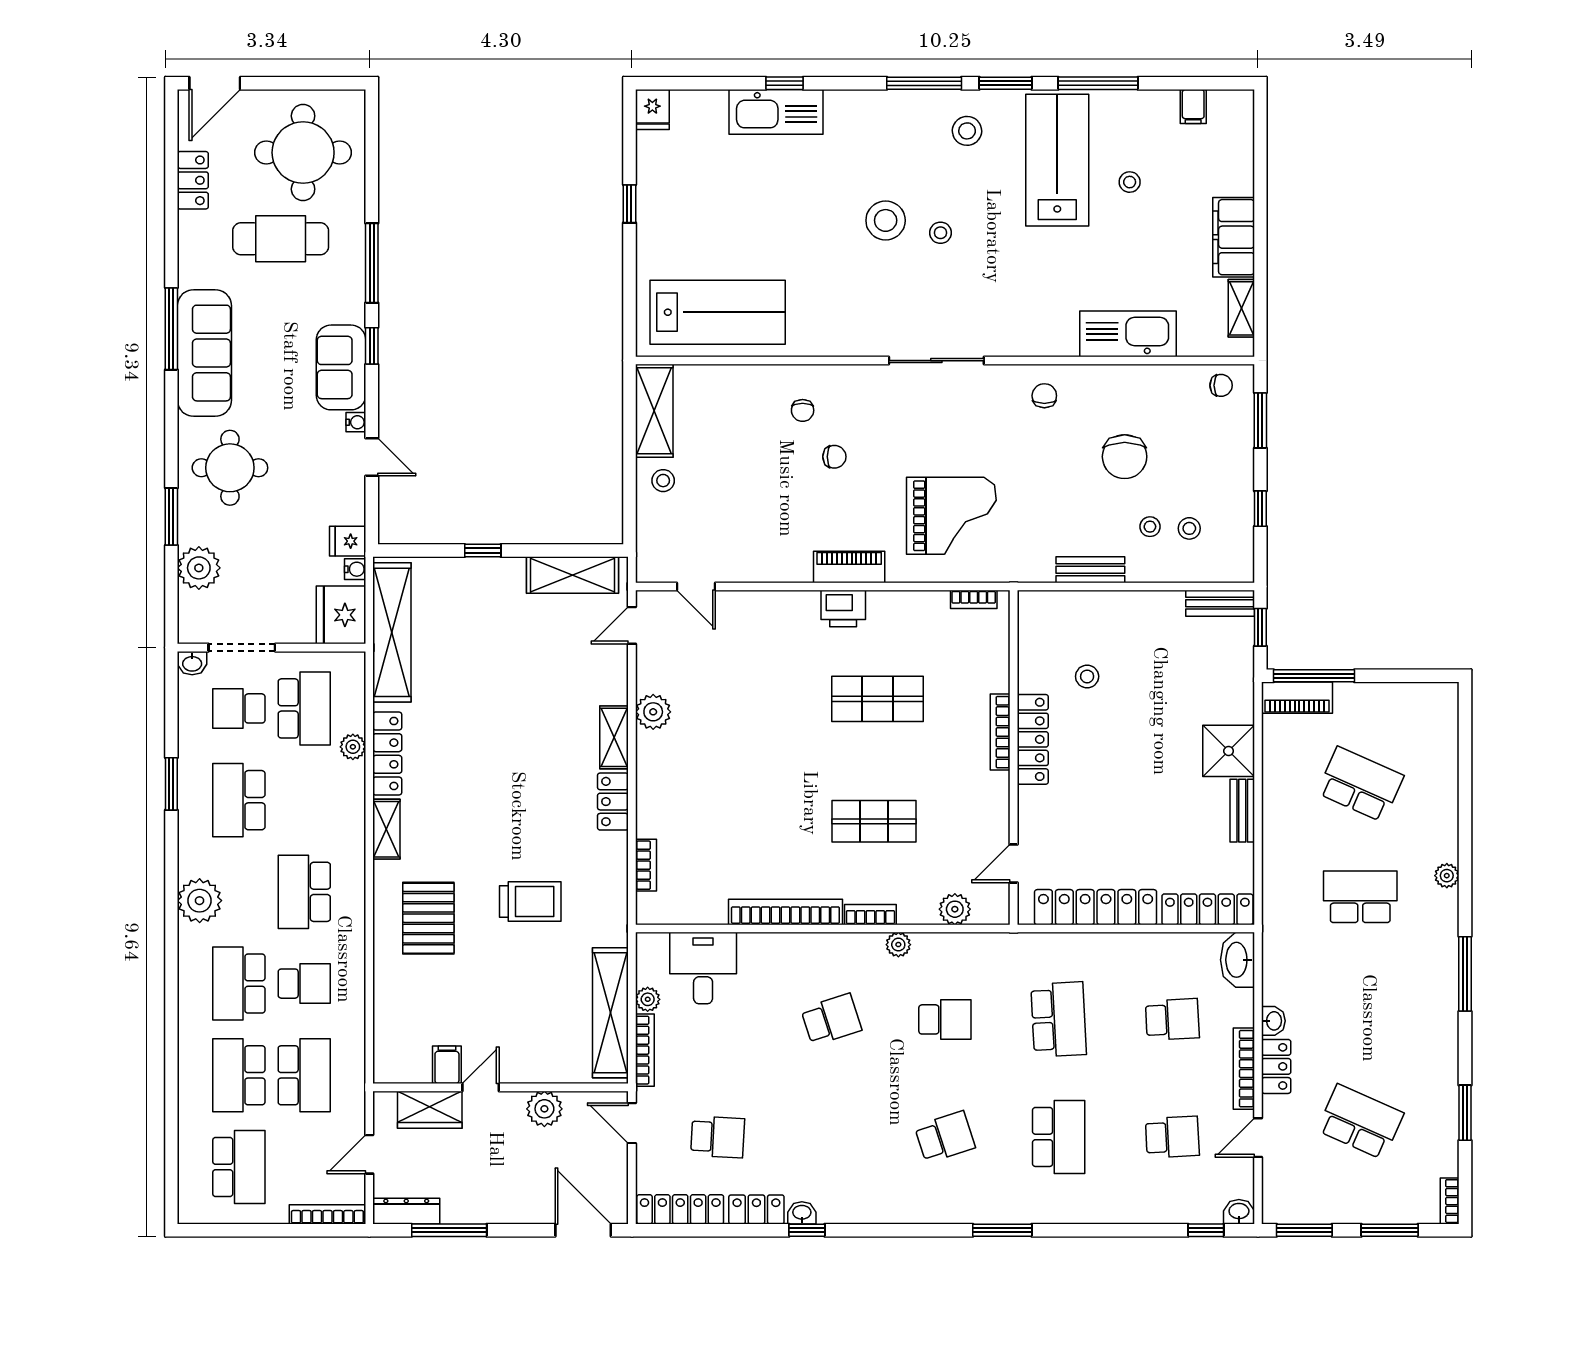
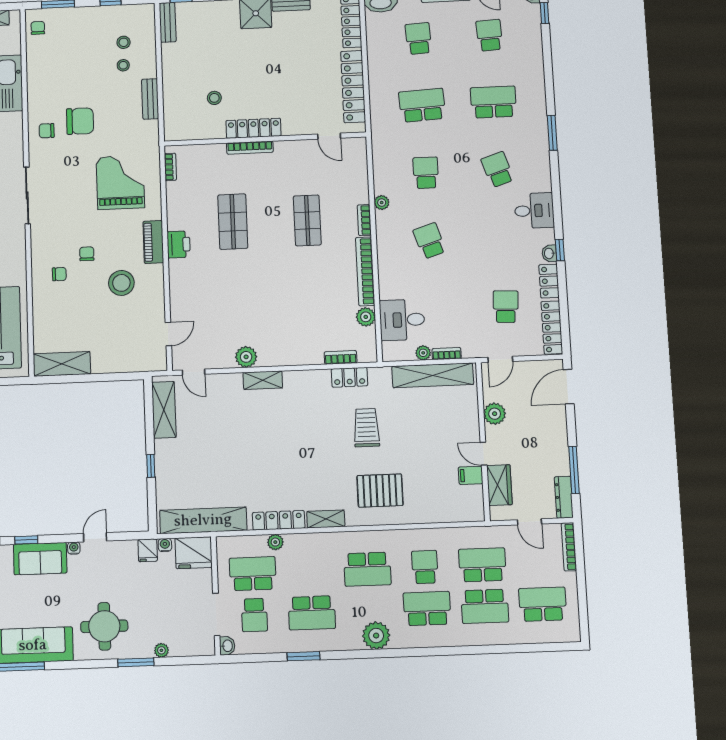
chair: (1125, 457) -> (80, 121), moved
stool: (663, 481) -> (121, 283), moved, width x1.89, depth x1.89
plant: (199, 568) -> (161, 650), width x0.53, depth x0.53
locker: (613, 802) -> (349, 377), moved
plant: (955, 909) -> (366, 317), moved
school desk: (239, 984) -> (427, 609), turned 180
bookcase: (645, 1050) -> (447, 354), width x0.64
desk: (874, 1193) -> (534, 211), added

